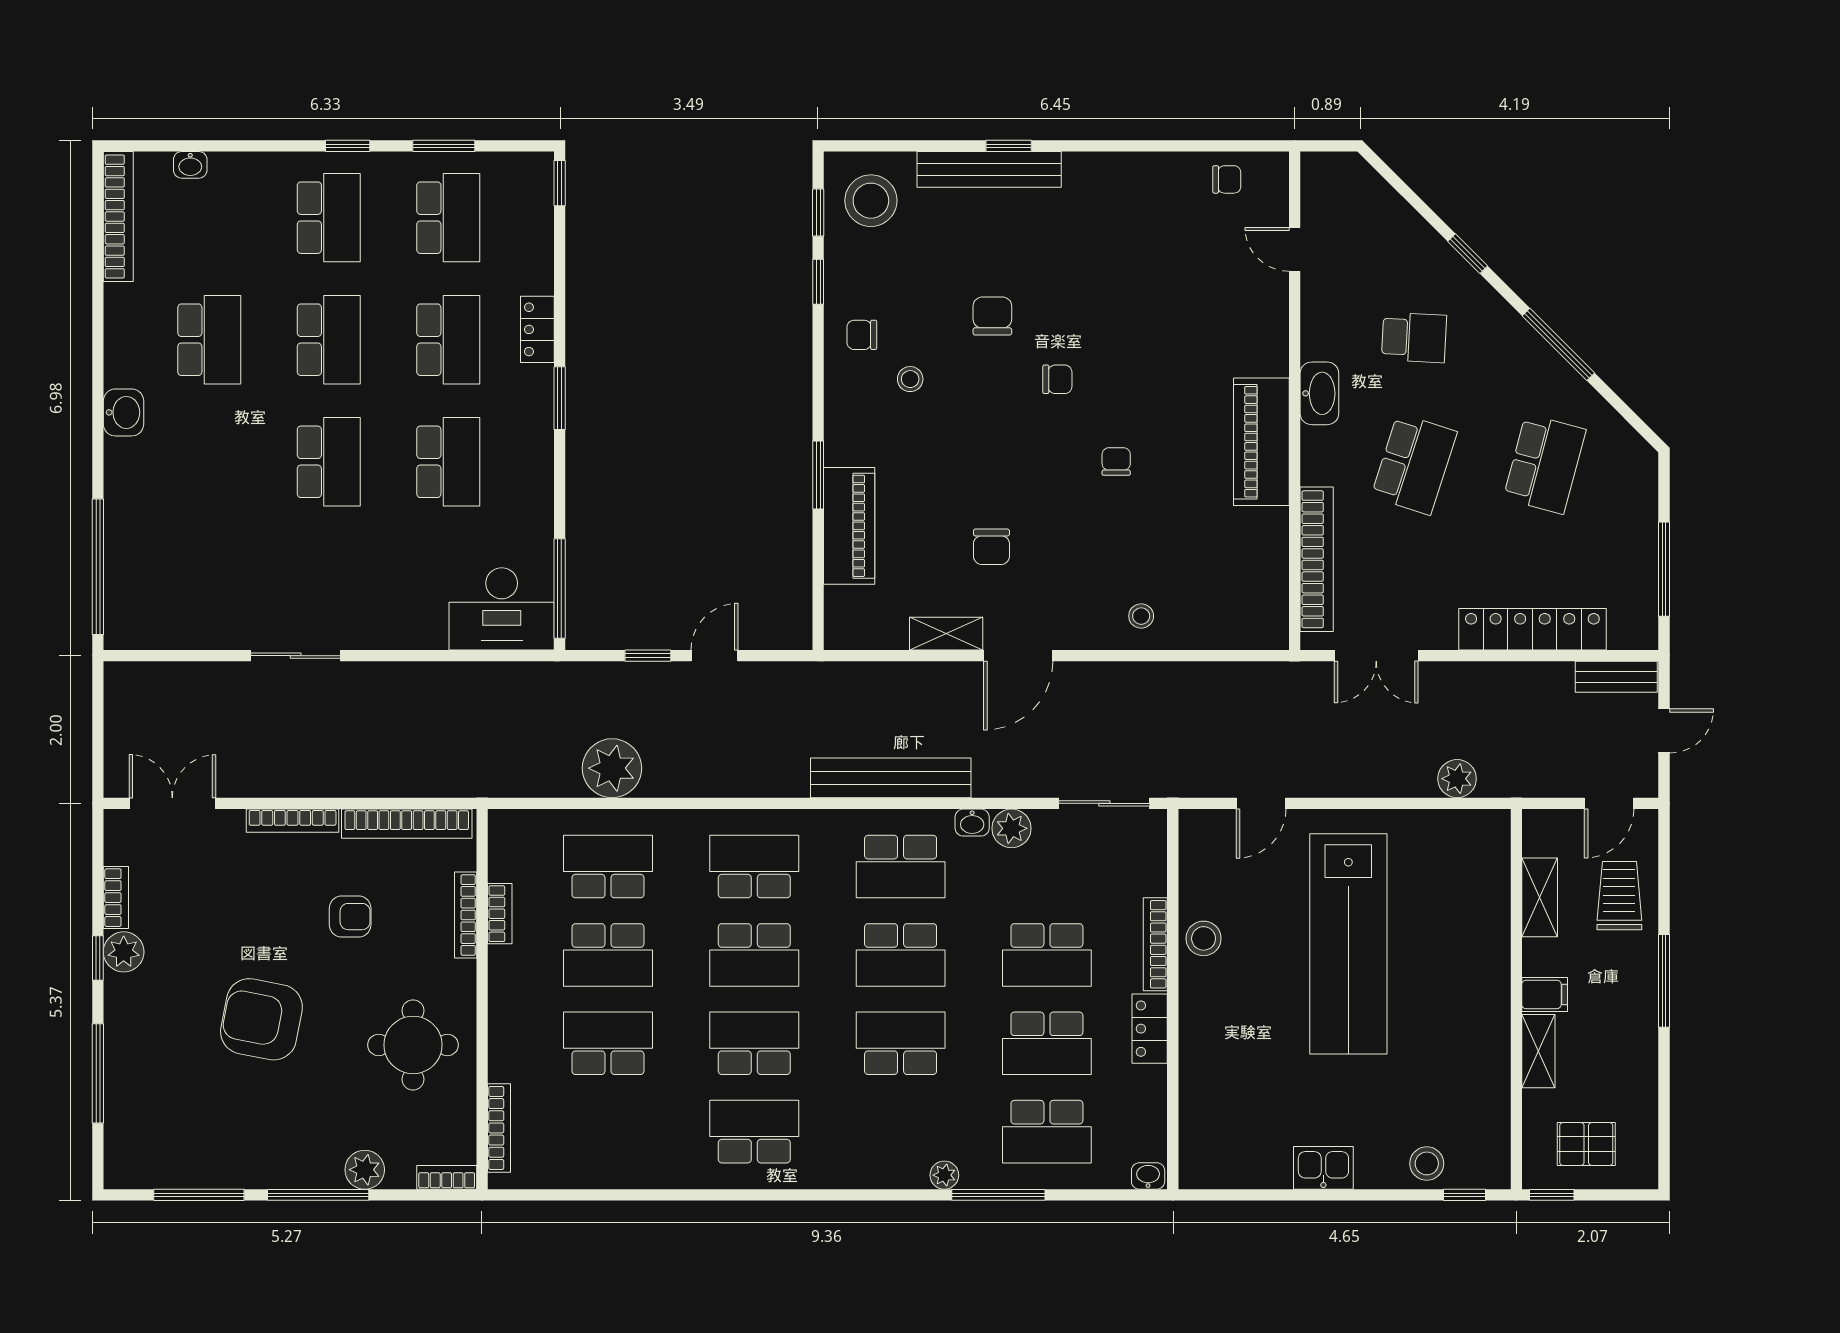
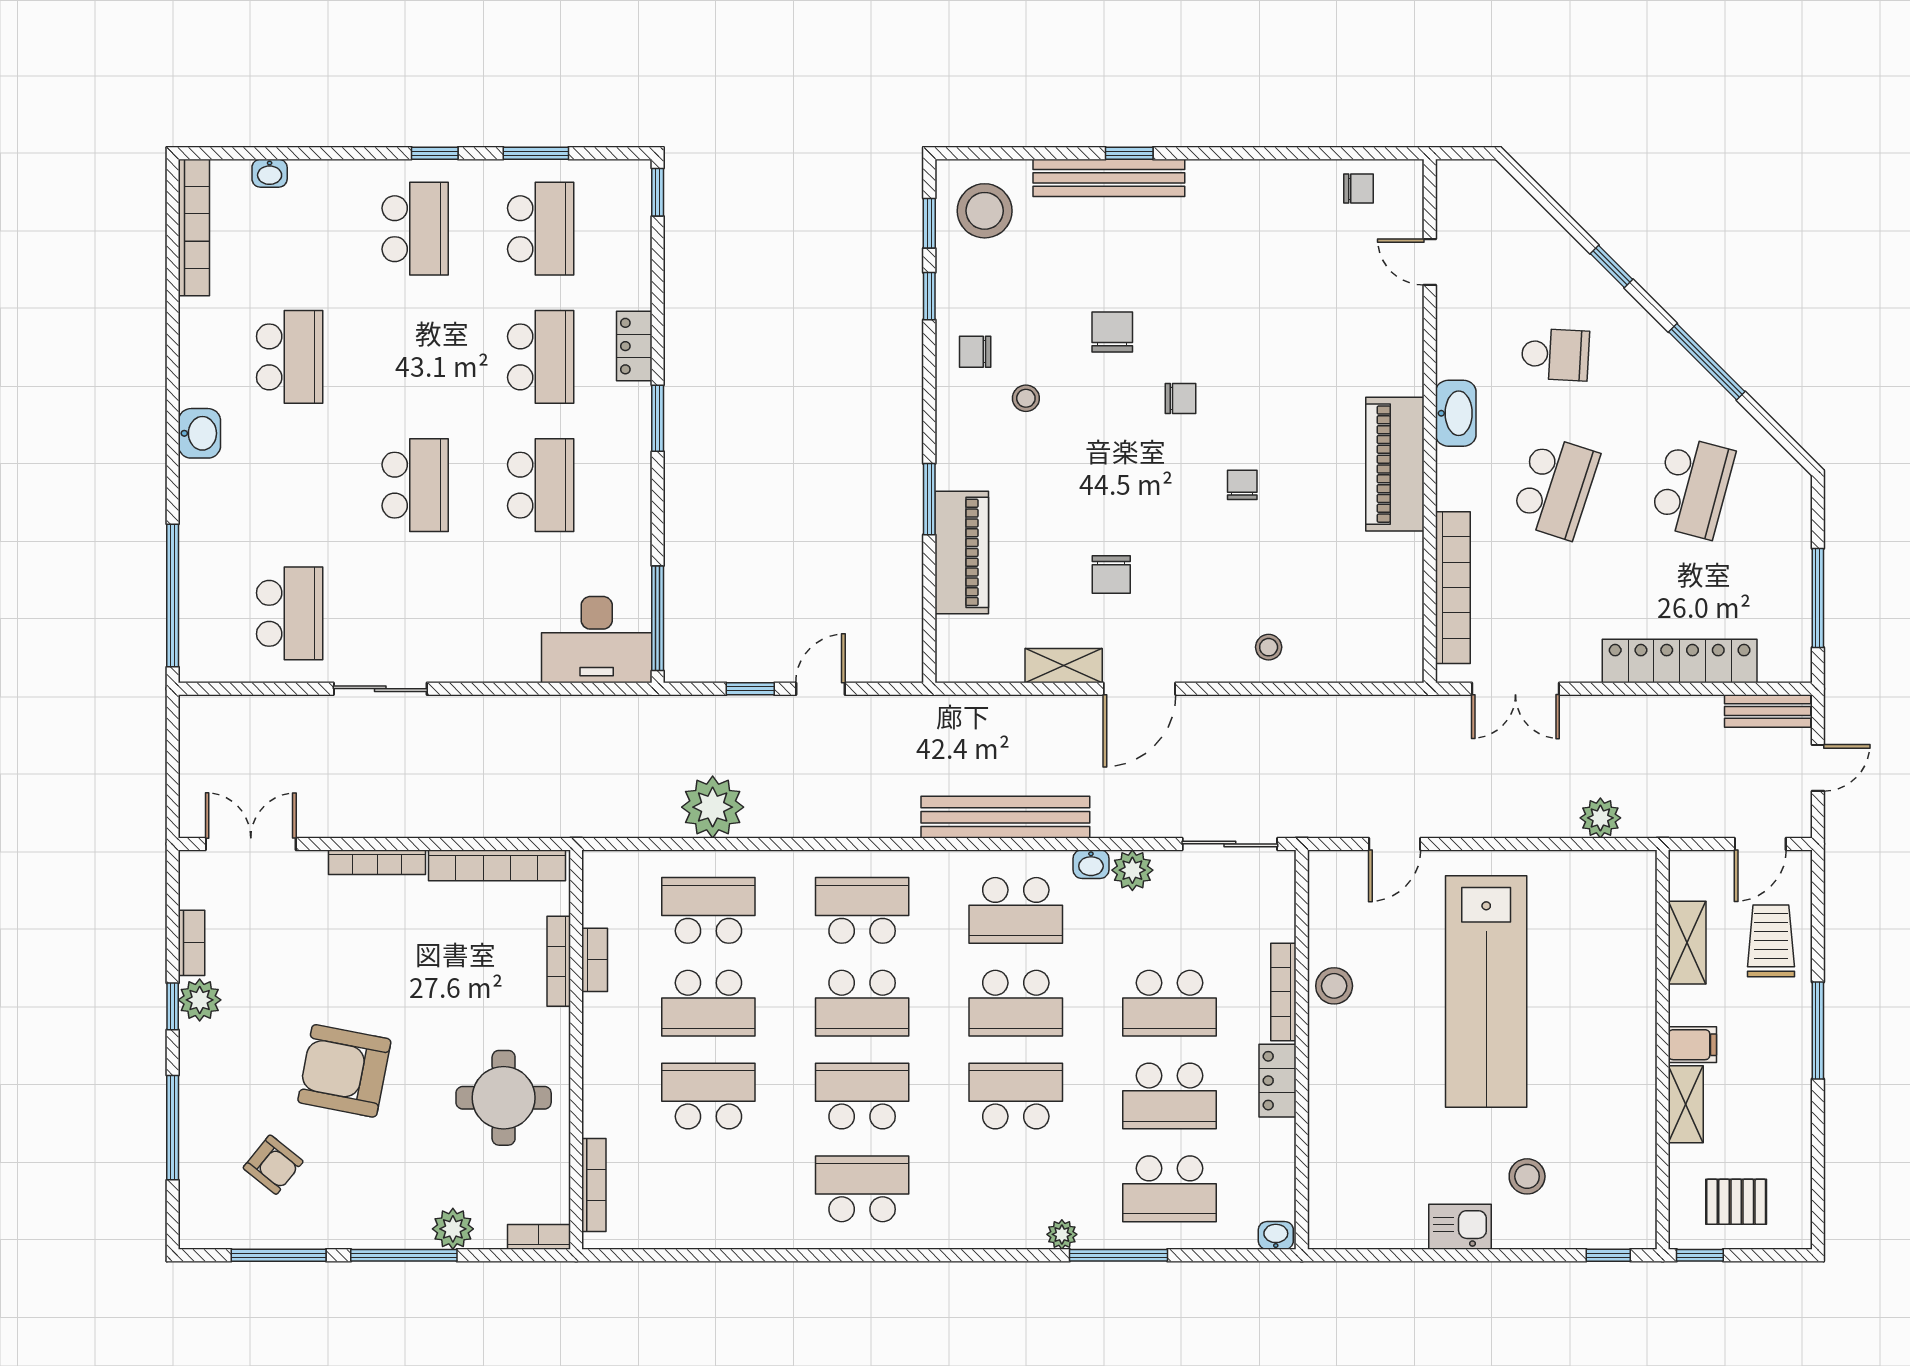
school desk: (329, 340) -> (290, 613), moved
armchair: (350, 917) -> (273, 1165), moved, turned 39
stool: (1427, 1163) -> (1527, 1176), moved

